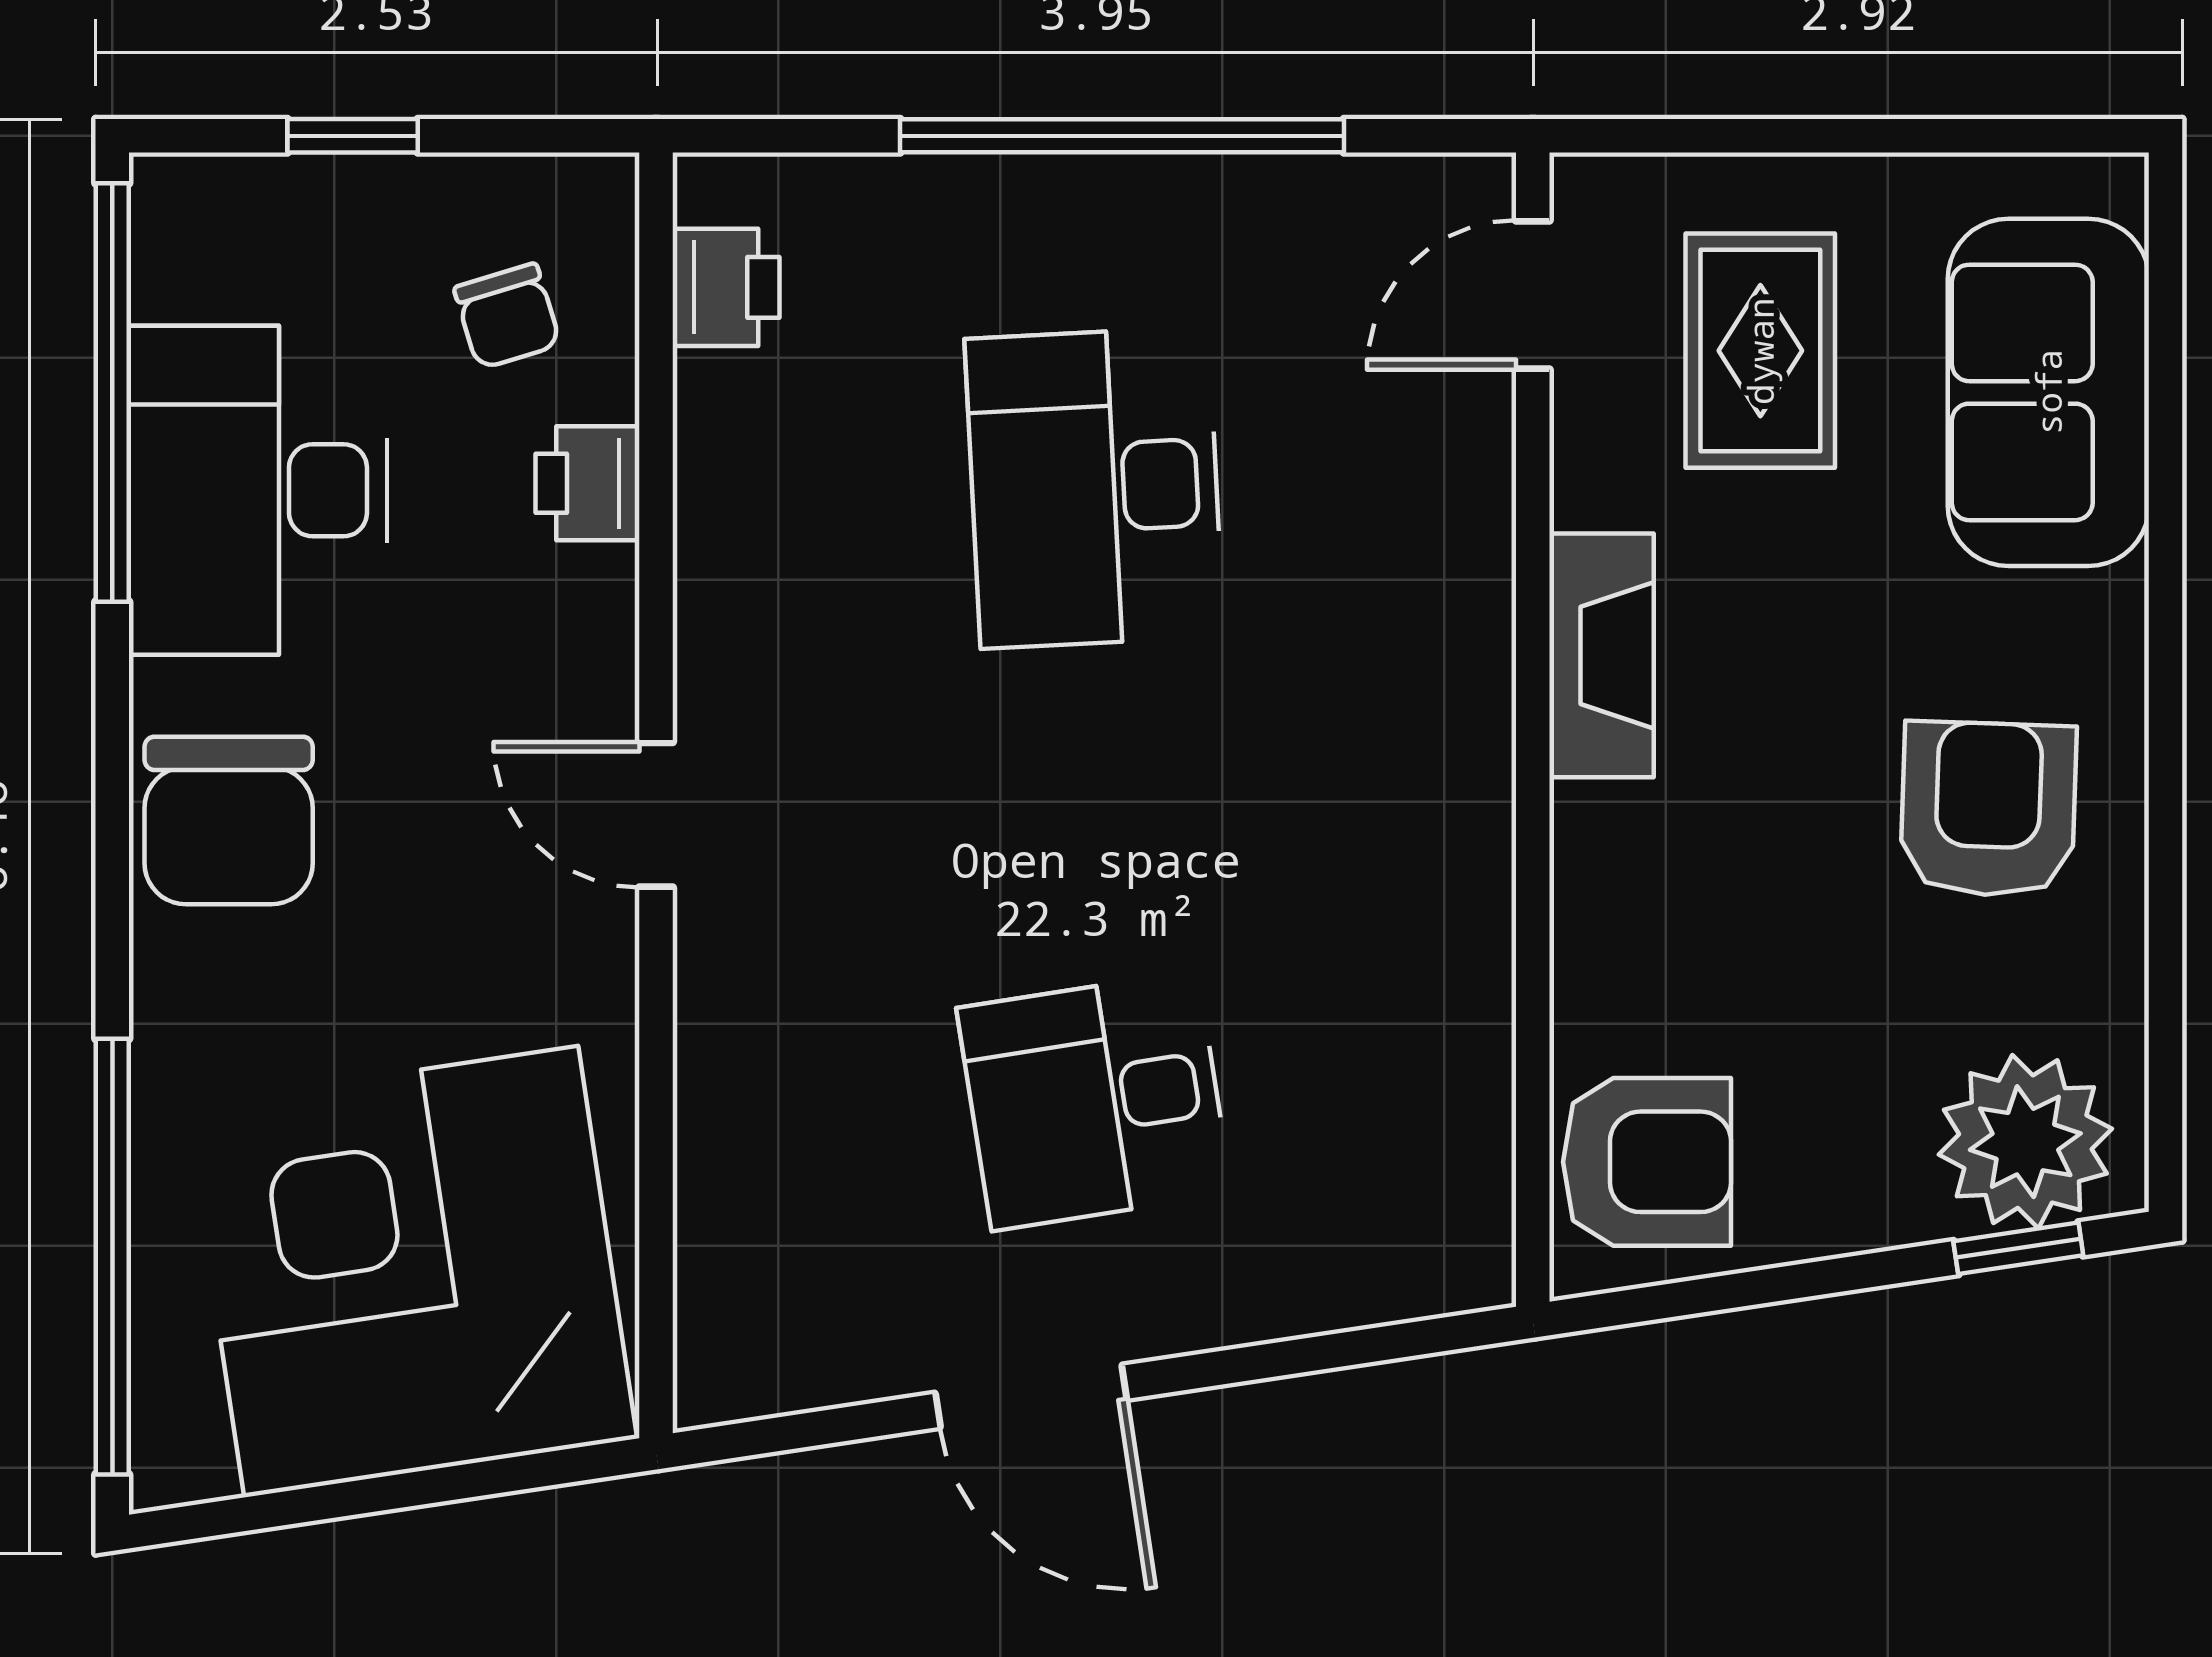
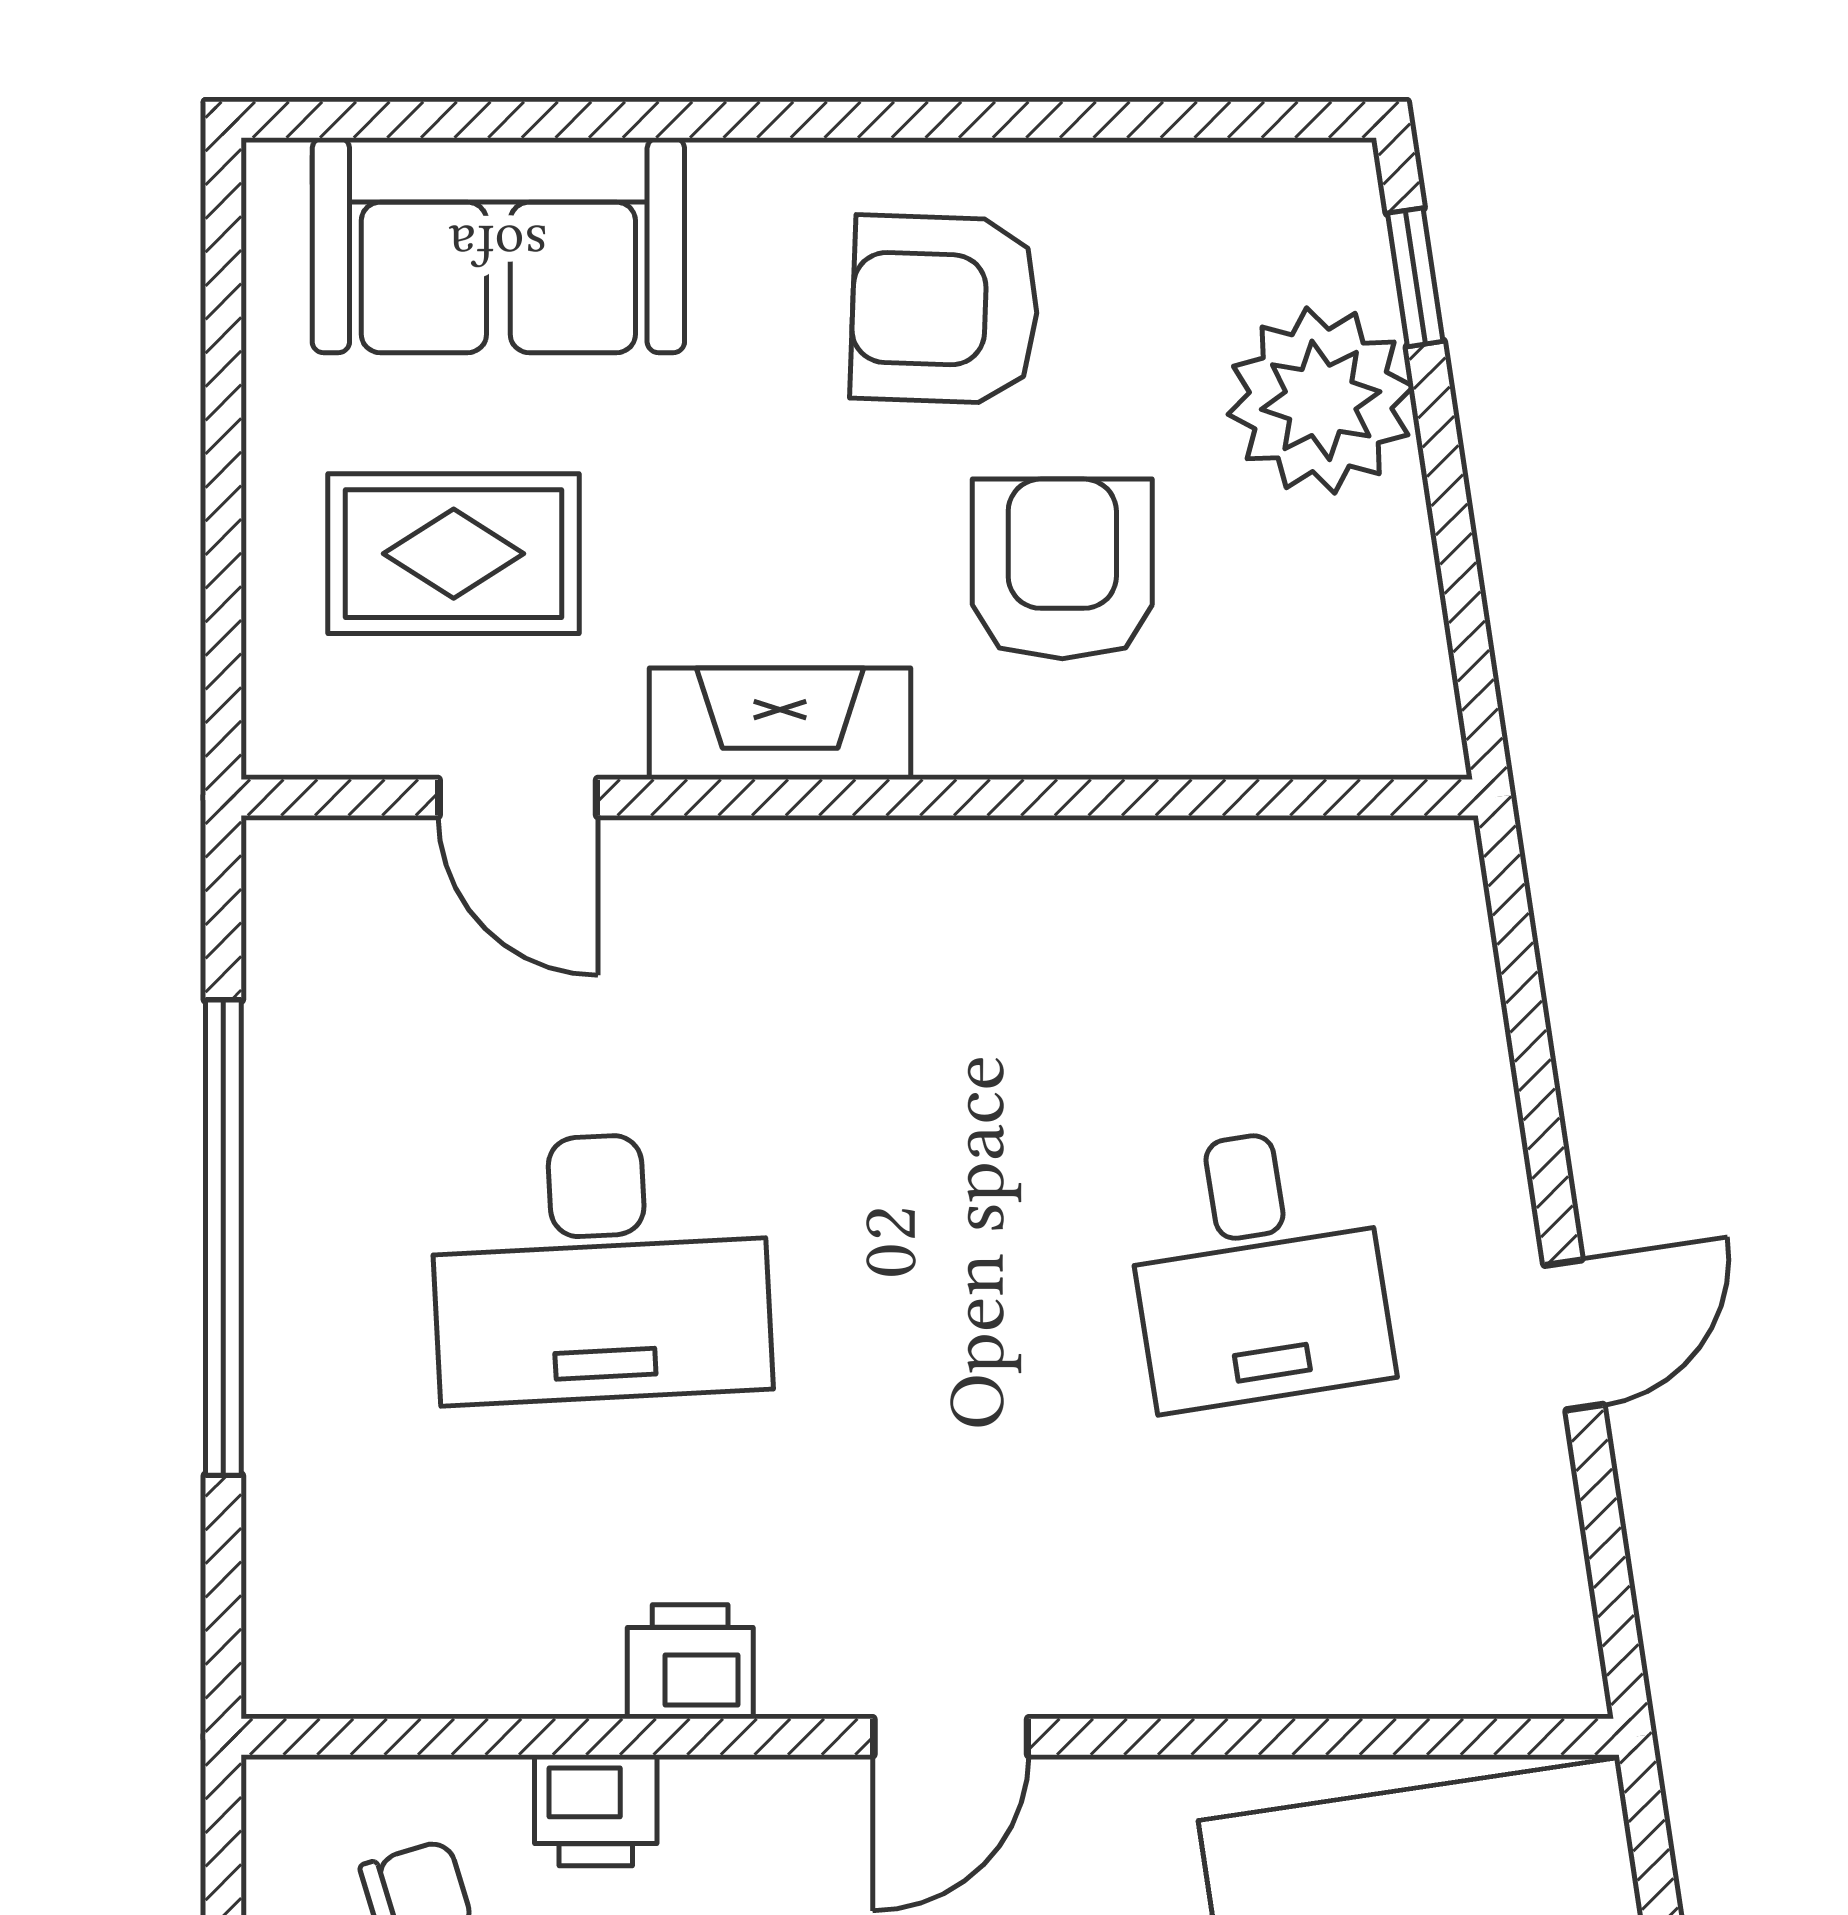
printer: (726, 287) -> (690, 1662), moved
door: (1533, 295) -> (518, 797), moved
plant: (2025, 1142) -> (1321, 400), moved
armchair: (1647, 1162) -> (1062, 569), moved
door: (1031, 1396) -> (1574, 1335), width x0.73

